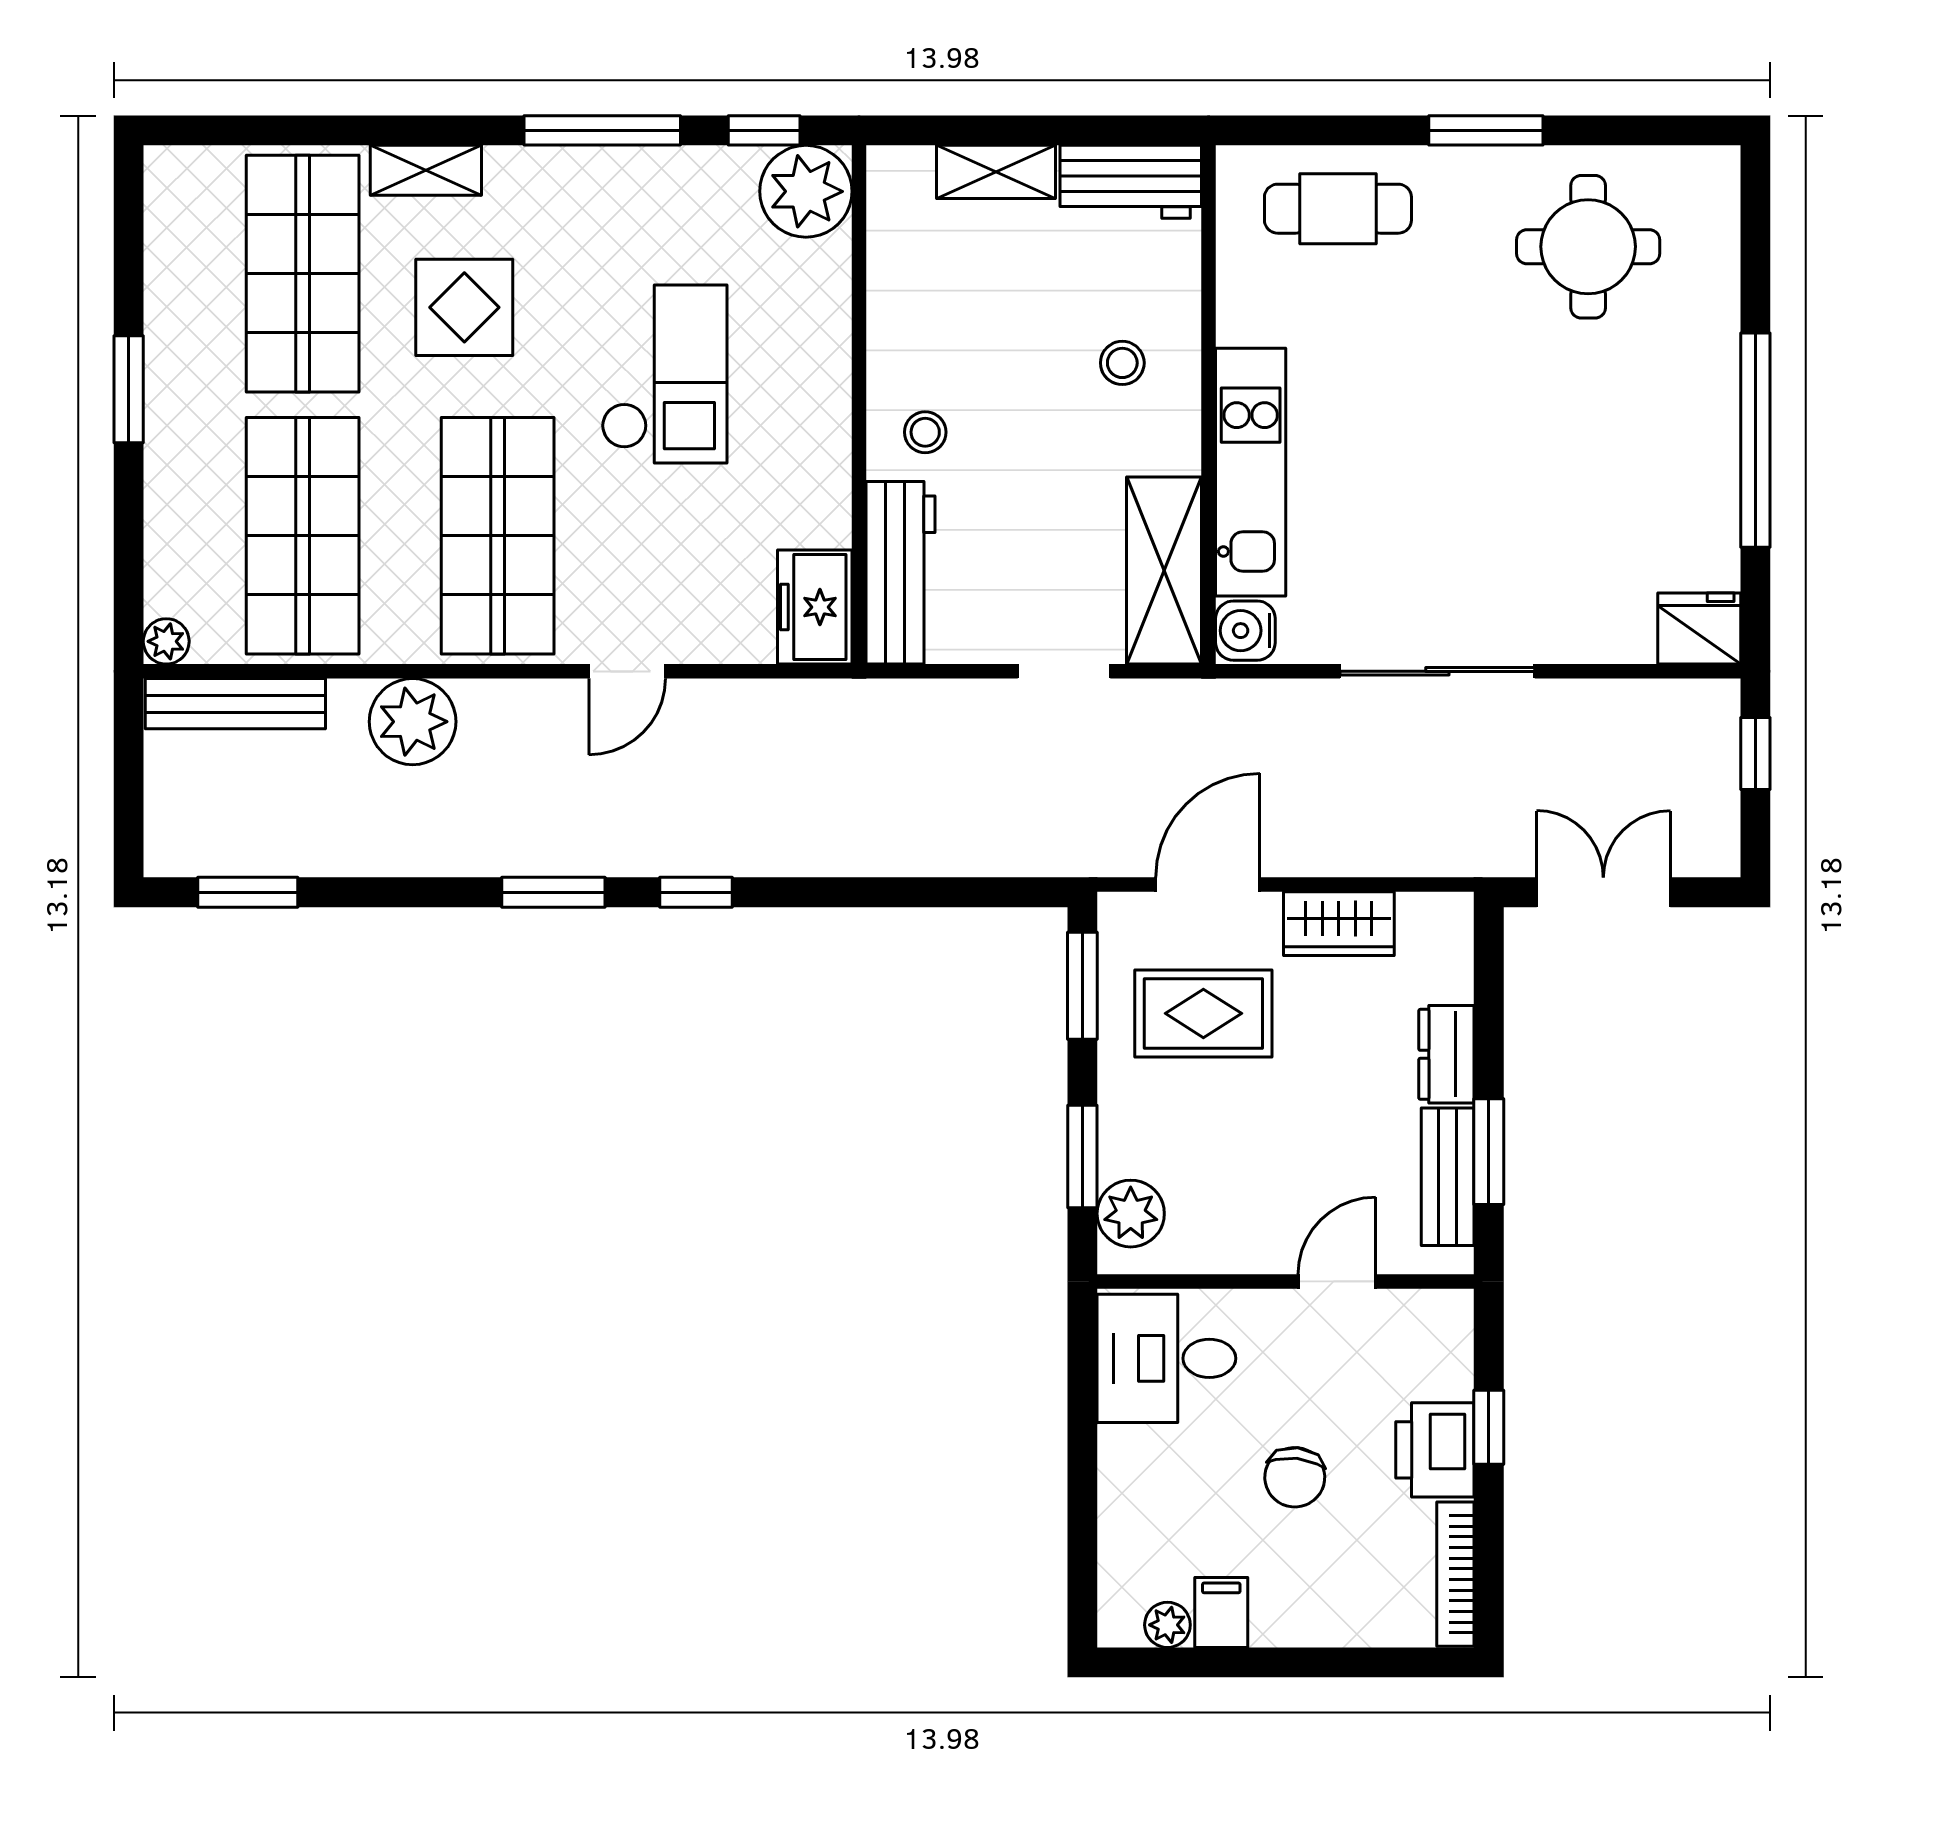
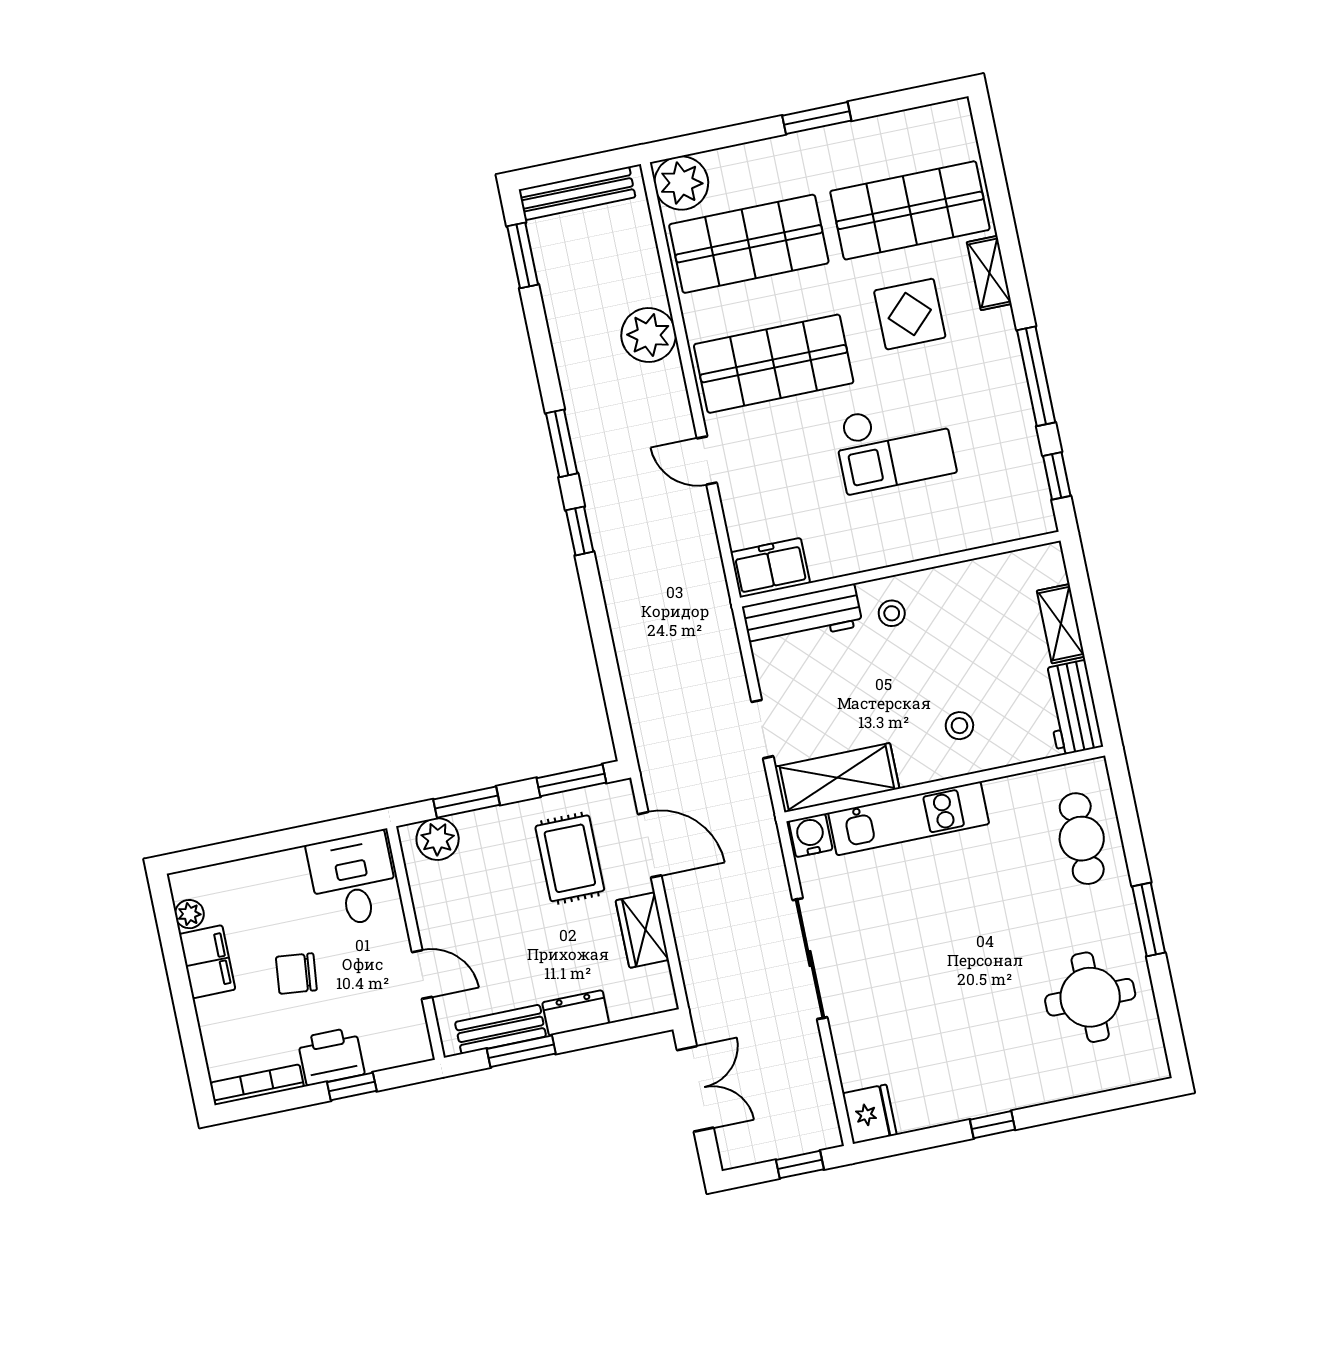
plant: (806, 191) -> (1025, 509), removed
window: (1755, 440) -> (993, 1125), width x0.32
plant: (166, 641) -> (681, 183), width x1.88, depth x1.88
bench: (235, 704) -> (577, 193), moved, turned 90
filing cabinet: (1221, 1612) -> (207, 962), width x2.00

